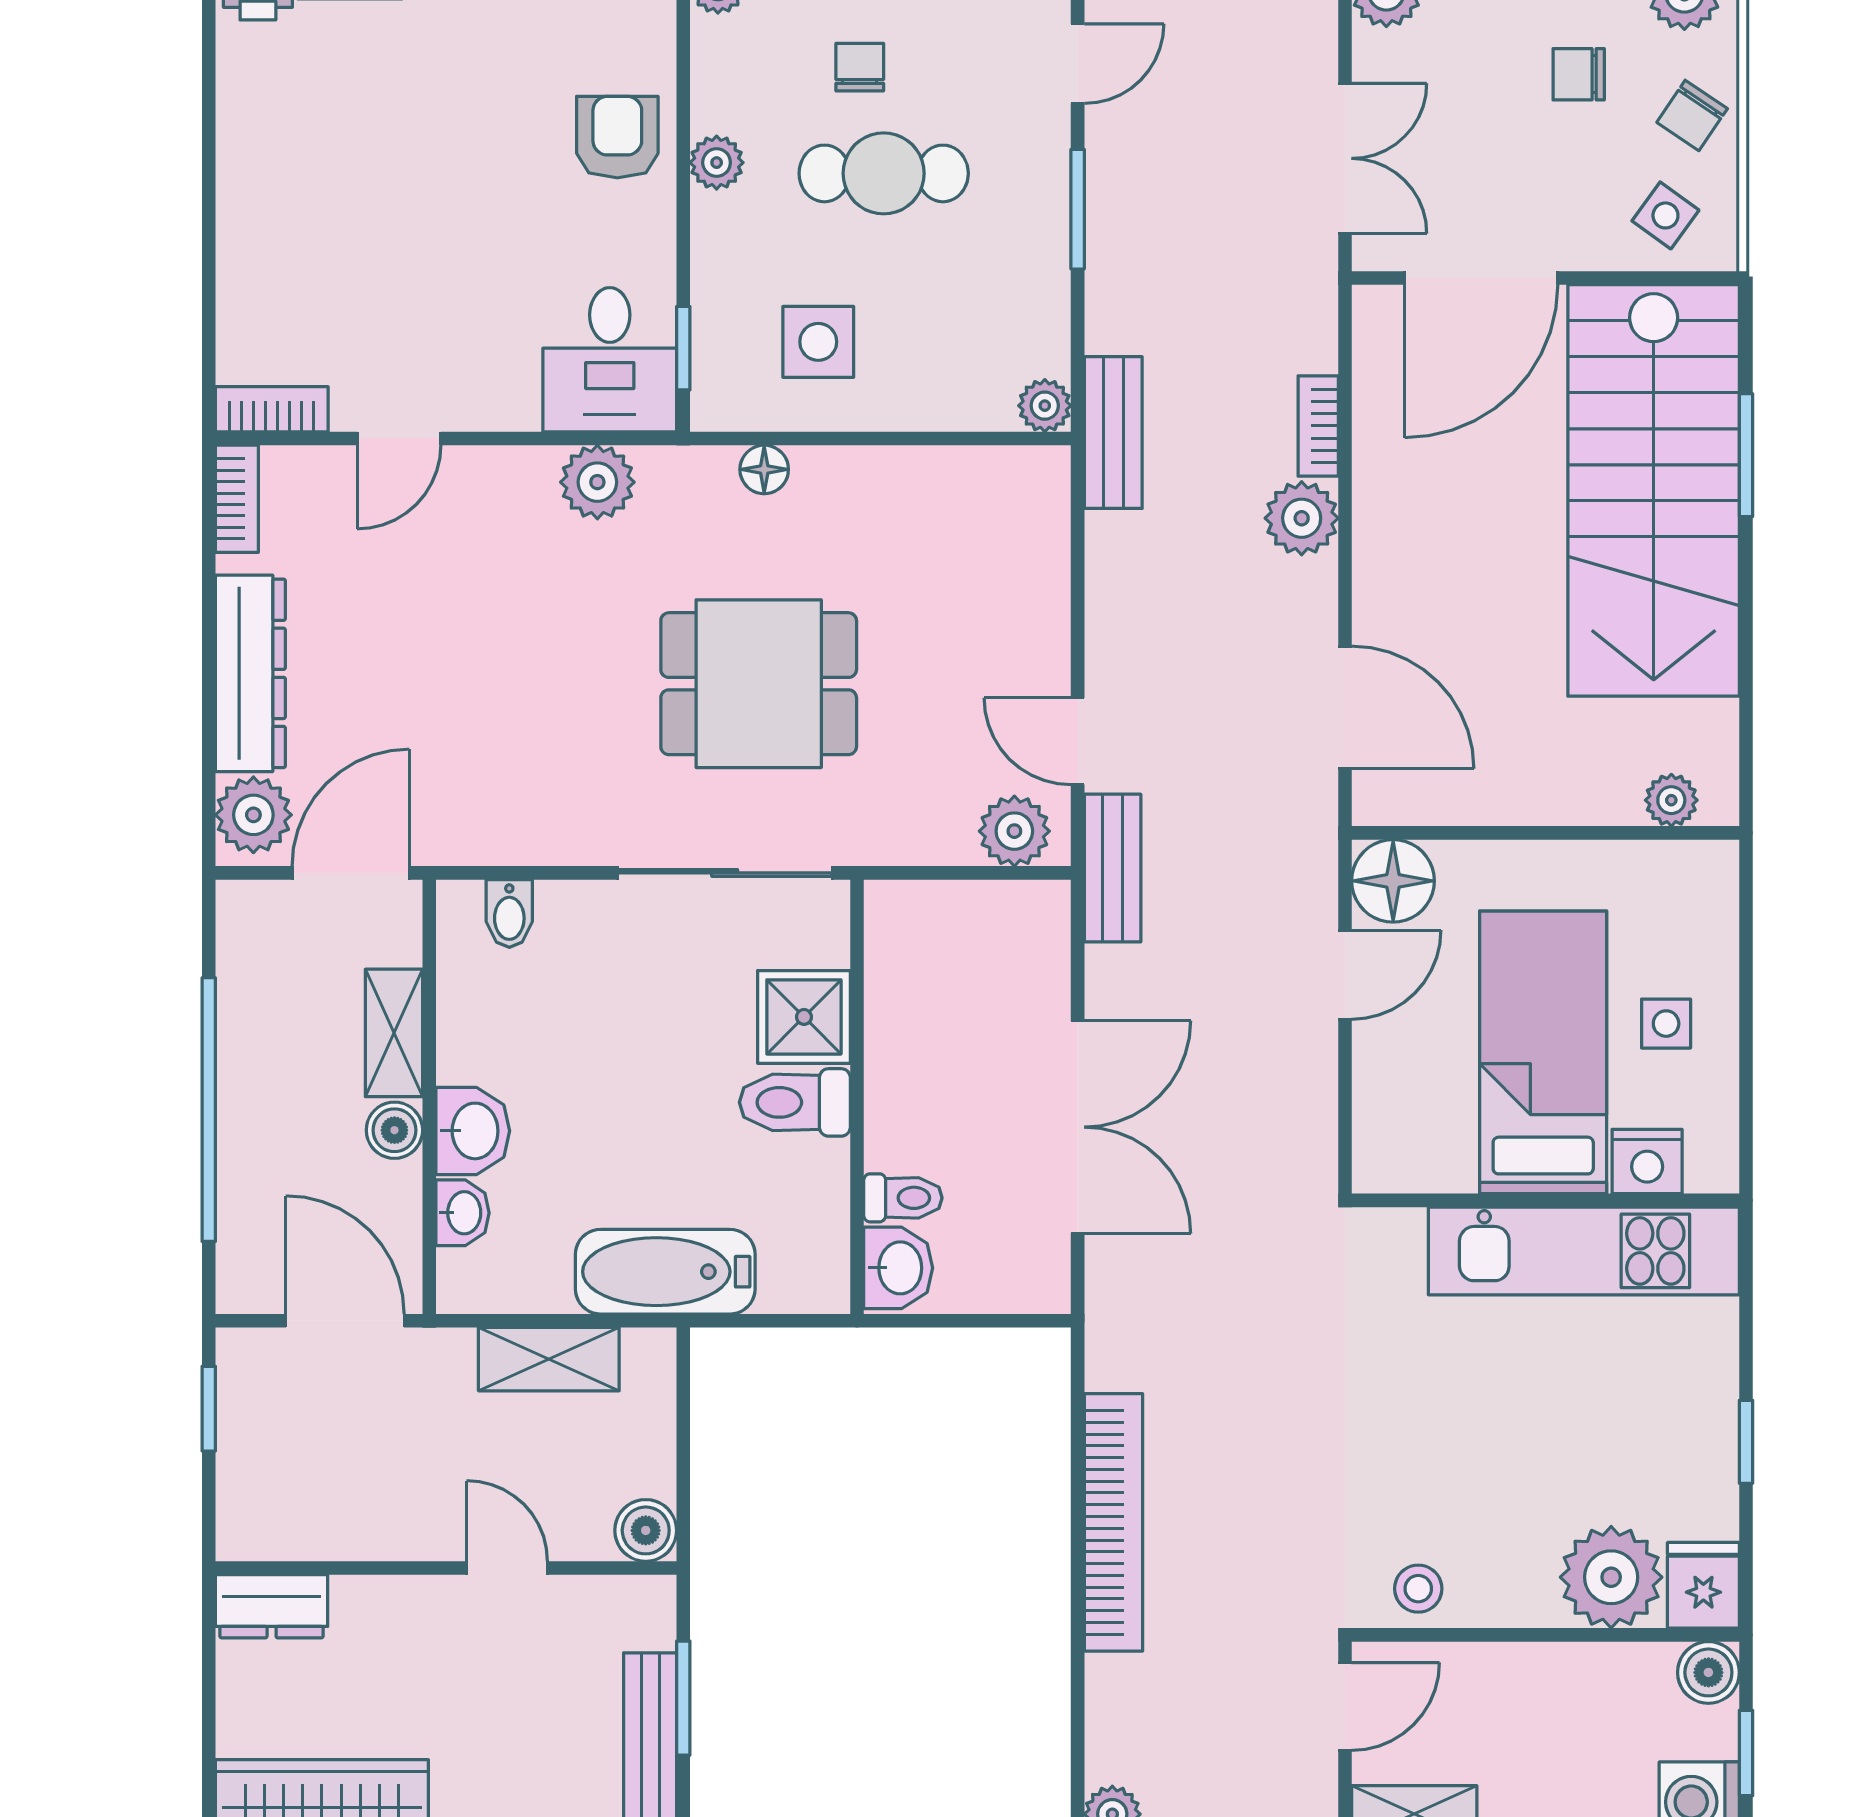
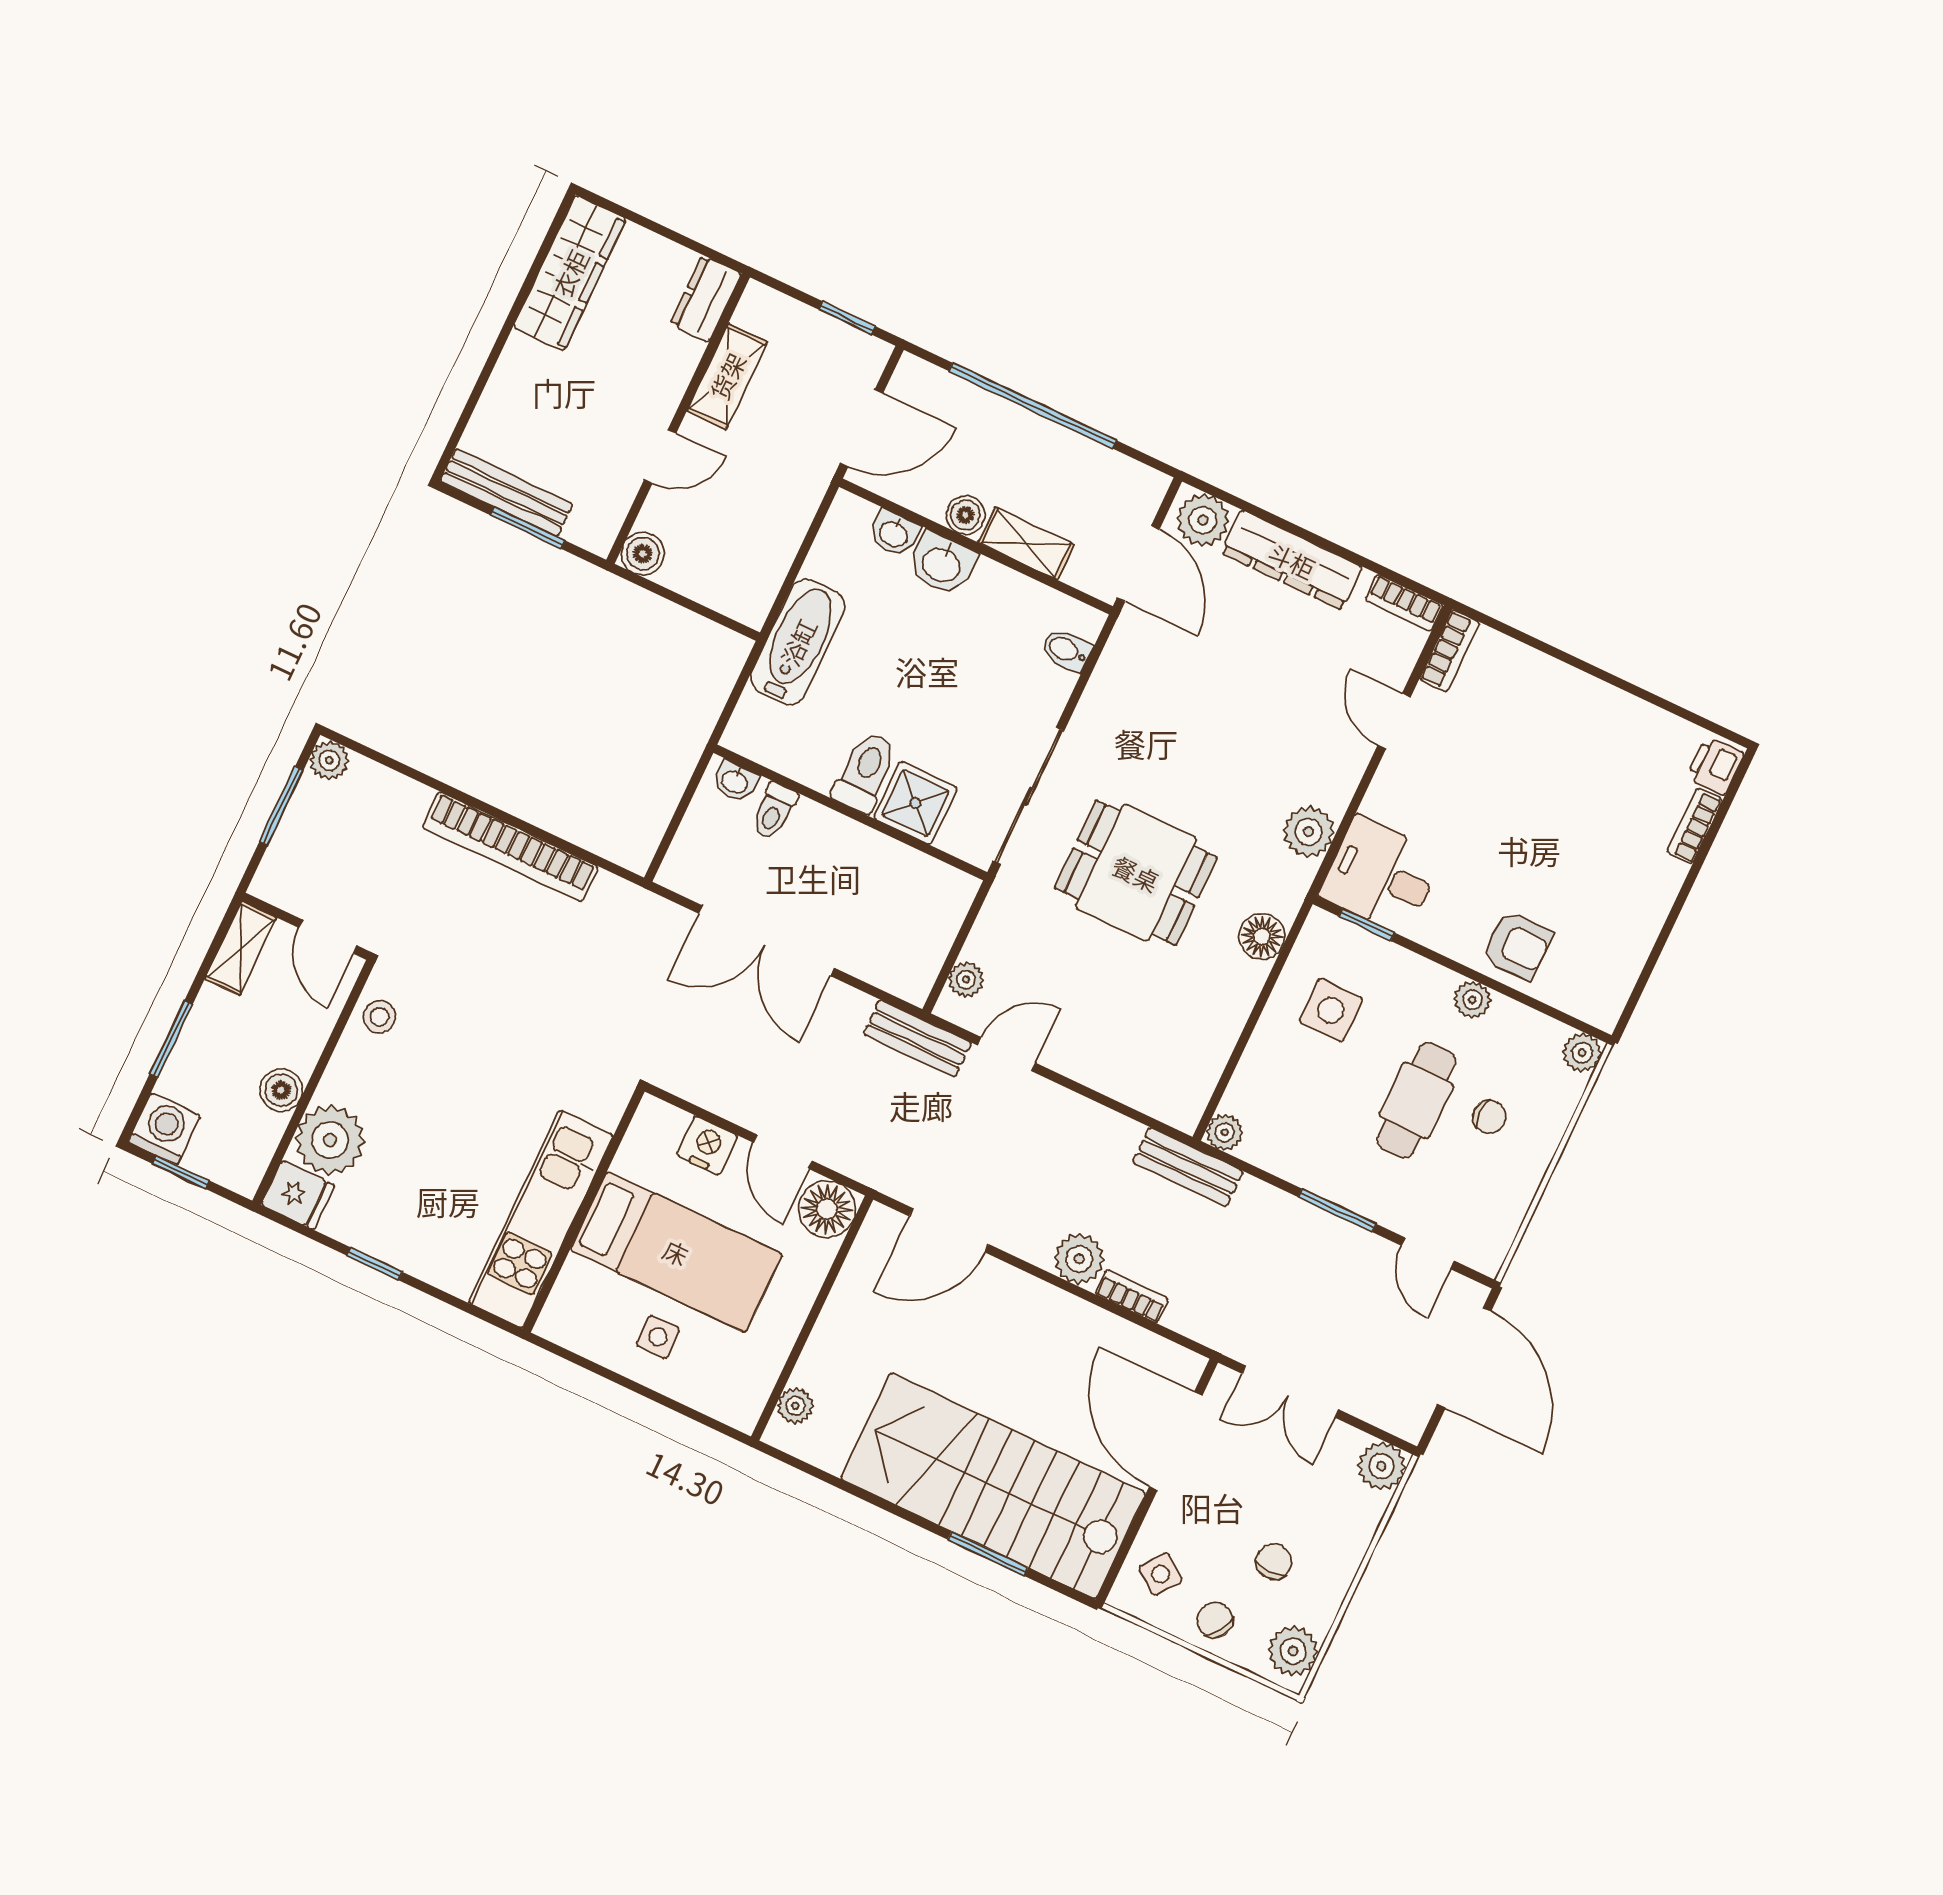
floor lamp: (764, 469) -> (1262, 936), width x1.37, depth x1.37
dining table: (759, 684) -> (1136, 873), turned 90
plant: (1014, 831) -> (966, 980), width x0.73, depth x0.73
nightstand: (1647, 1162) -> (707, 1146), moved, turned 90
washbasin: (898, 1268) -> (735, 781), width x0.72, depth x0.69
shelving: (549, 1359) -> (727, 376), moved
boiler: (1708, 1672) -> (281, 1090), moved

